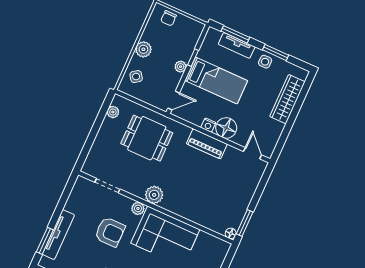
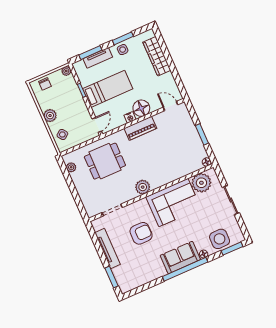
plant: (181, 67) -> (66, 71), moved
plant: (138, 208) -> (201, 183), moved, width x1.88, depth x1.88
window: (245, 223) -> (202, 134), moved
tv unit: (58, 235) -> (108, 249), moved

